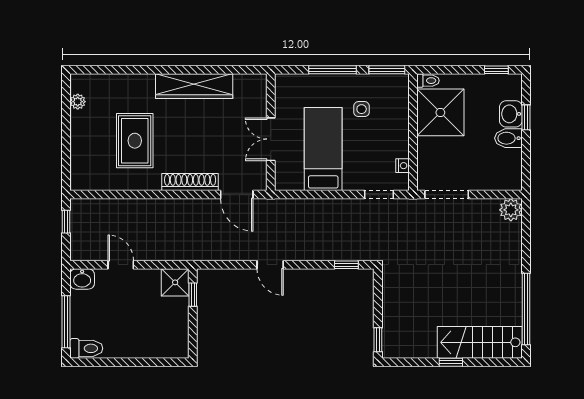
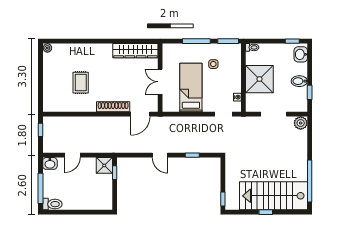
wardrobe: (194, 86) -> (135, 51), moved
plant: (78, 102) -> (47, 48), moved
shower: (440, 112) -> (259, 79), moved
washbasin: (511, 114) -> (301, 54), moved
window: (526, 117) -> (310, 92), moved
rug: (135, 141) -> (81, 83), width x0.73, depth x0.70
door: (237, 195) -> (140, 114), hinge flipped
doorway: (447, 195) -> (274, 114), moved
door: (121, 265) -> (73, 155), swing flipped
window: (346, 265) -> (192, 155), moved
stairs: (480, 342) -> (273, 196), width x1.36, depth x1.51

